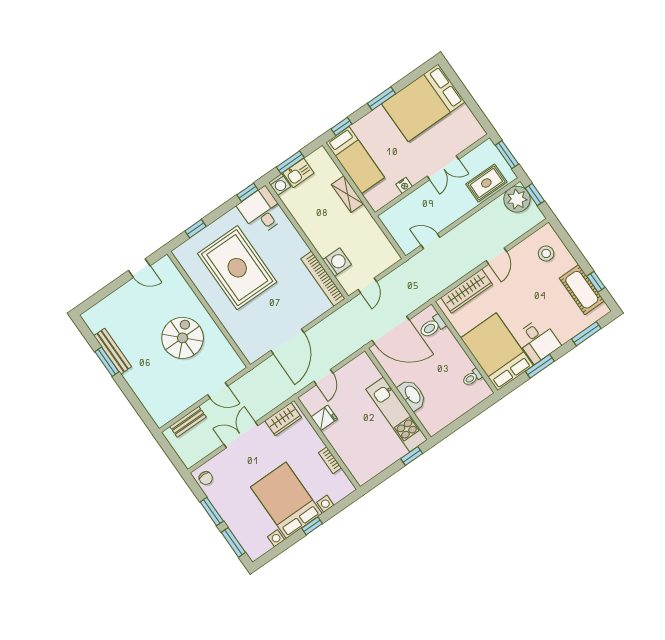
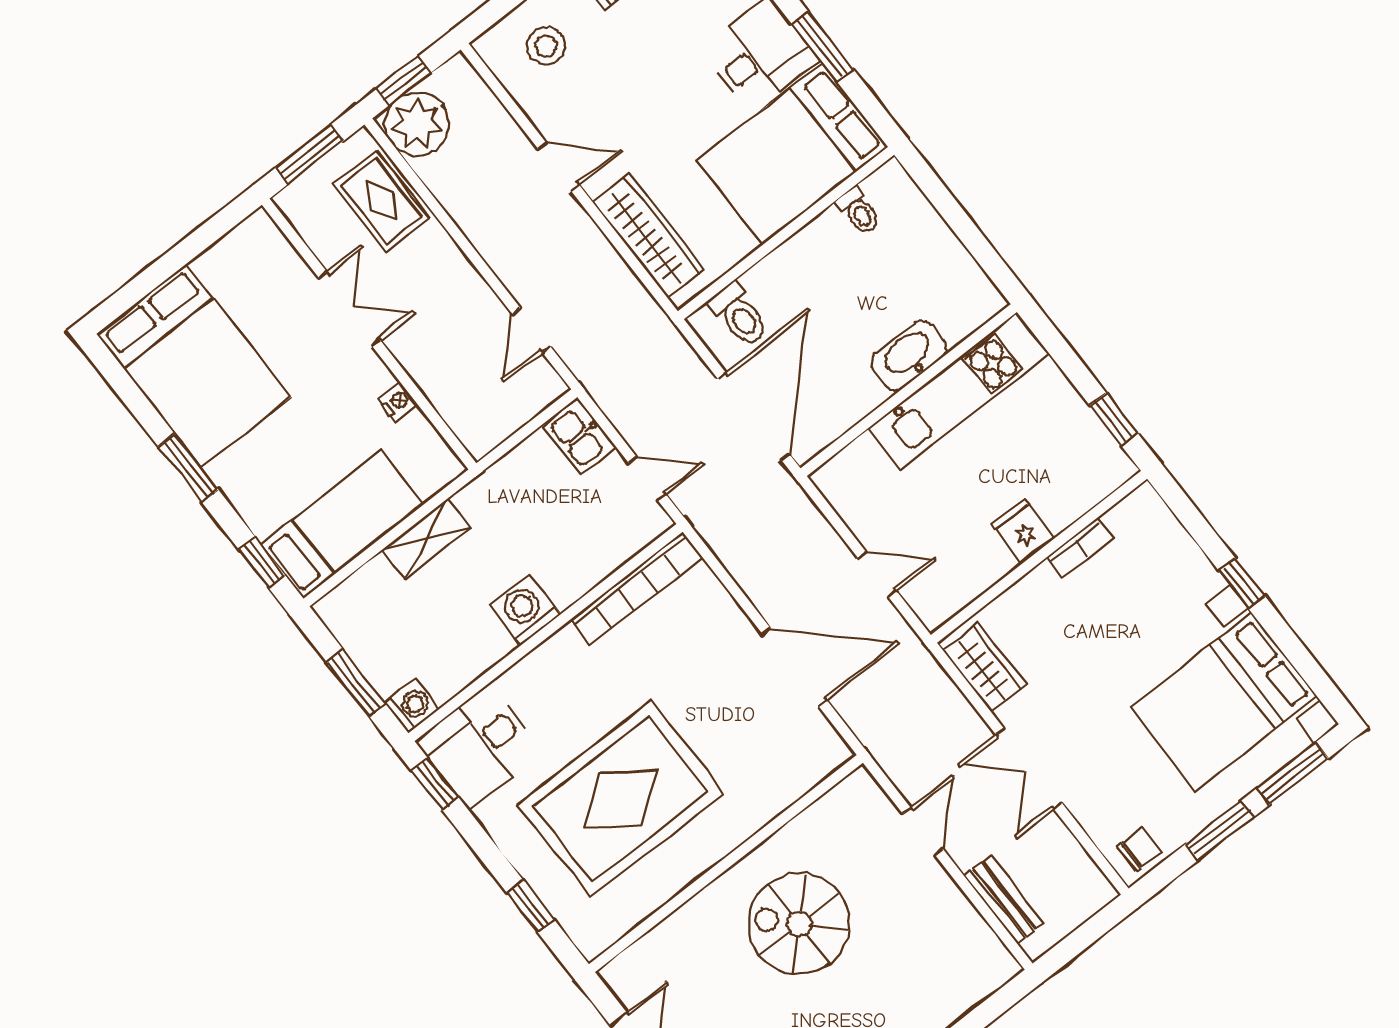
kitchen sink: (298, 173) -> (579, 436), moved, turned 180
washing machine: (337, 262) -> (525, 610), moved
fridge: (324, 418) -> (1023, 531), moved
window: (412, 456) -> (1114, 420), moved
bed with nightstands: (286, 500) -> (1224, 702), moved

